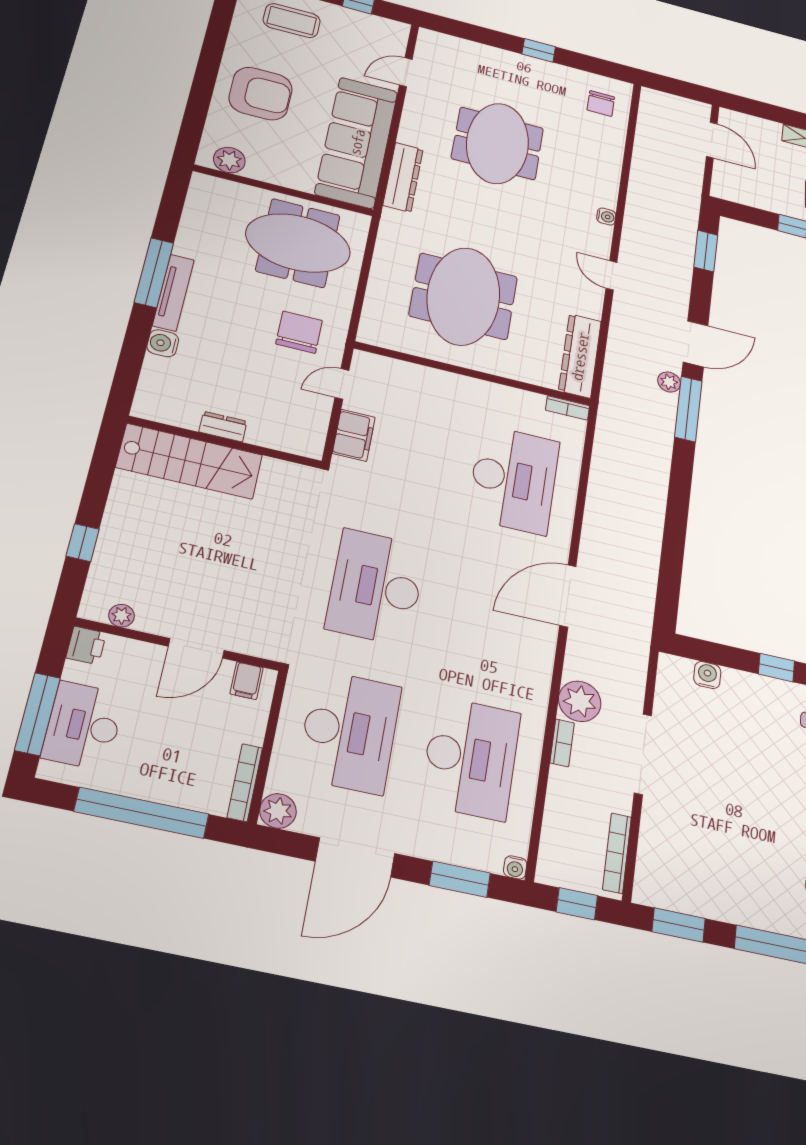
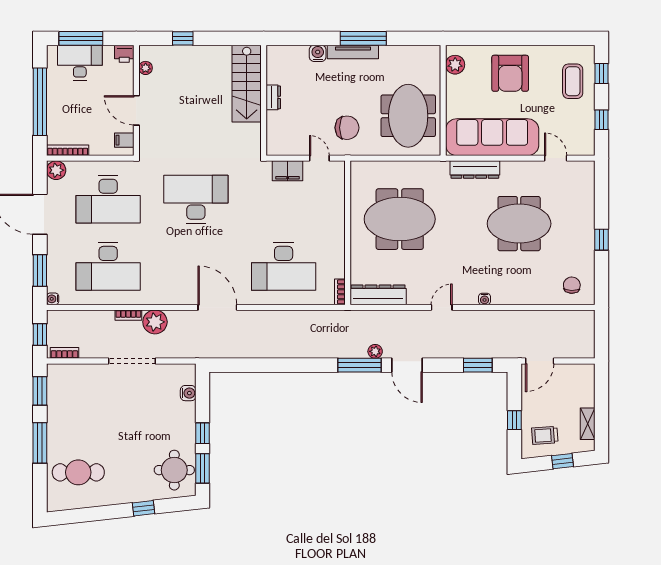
chair: (601, 103) -> (572, 285), turned 92
door: (712, 140) -> (540, 361), moved
bookcase: (617, 853) -> (64, 353), width x0.64

